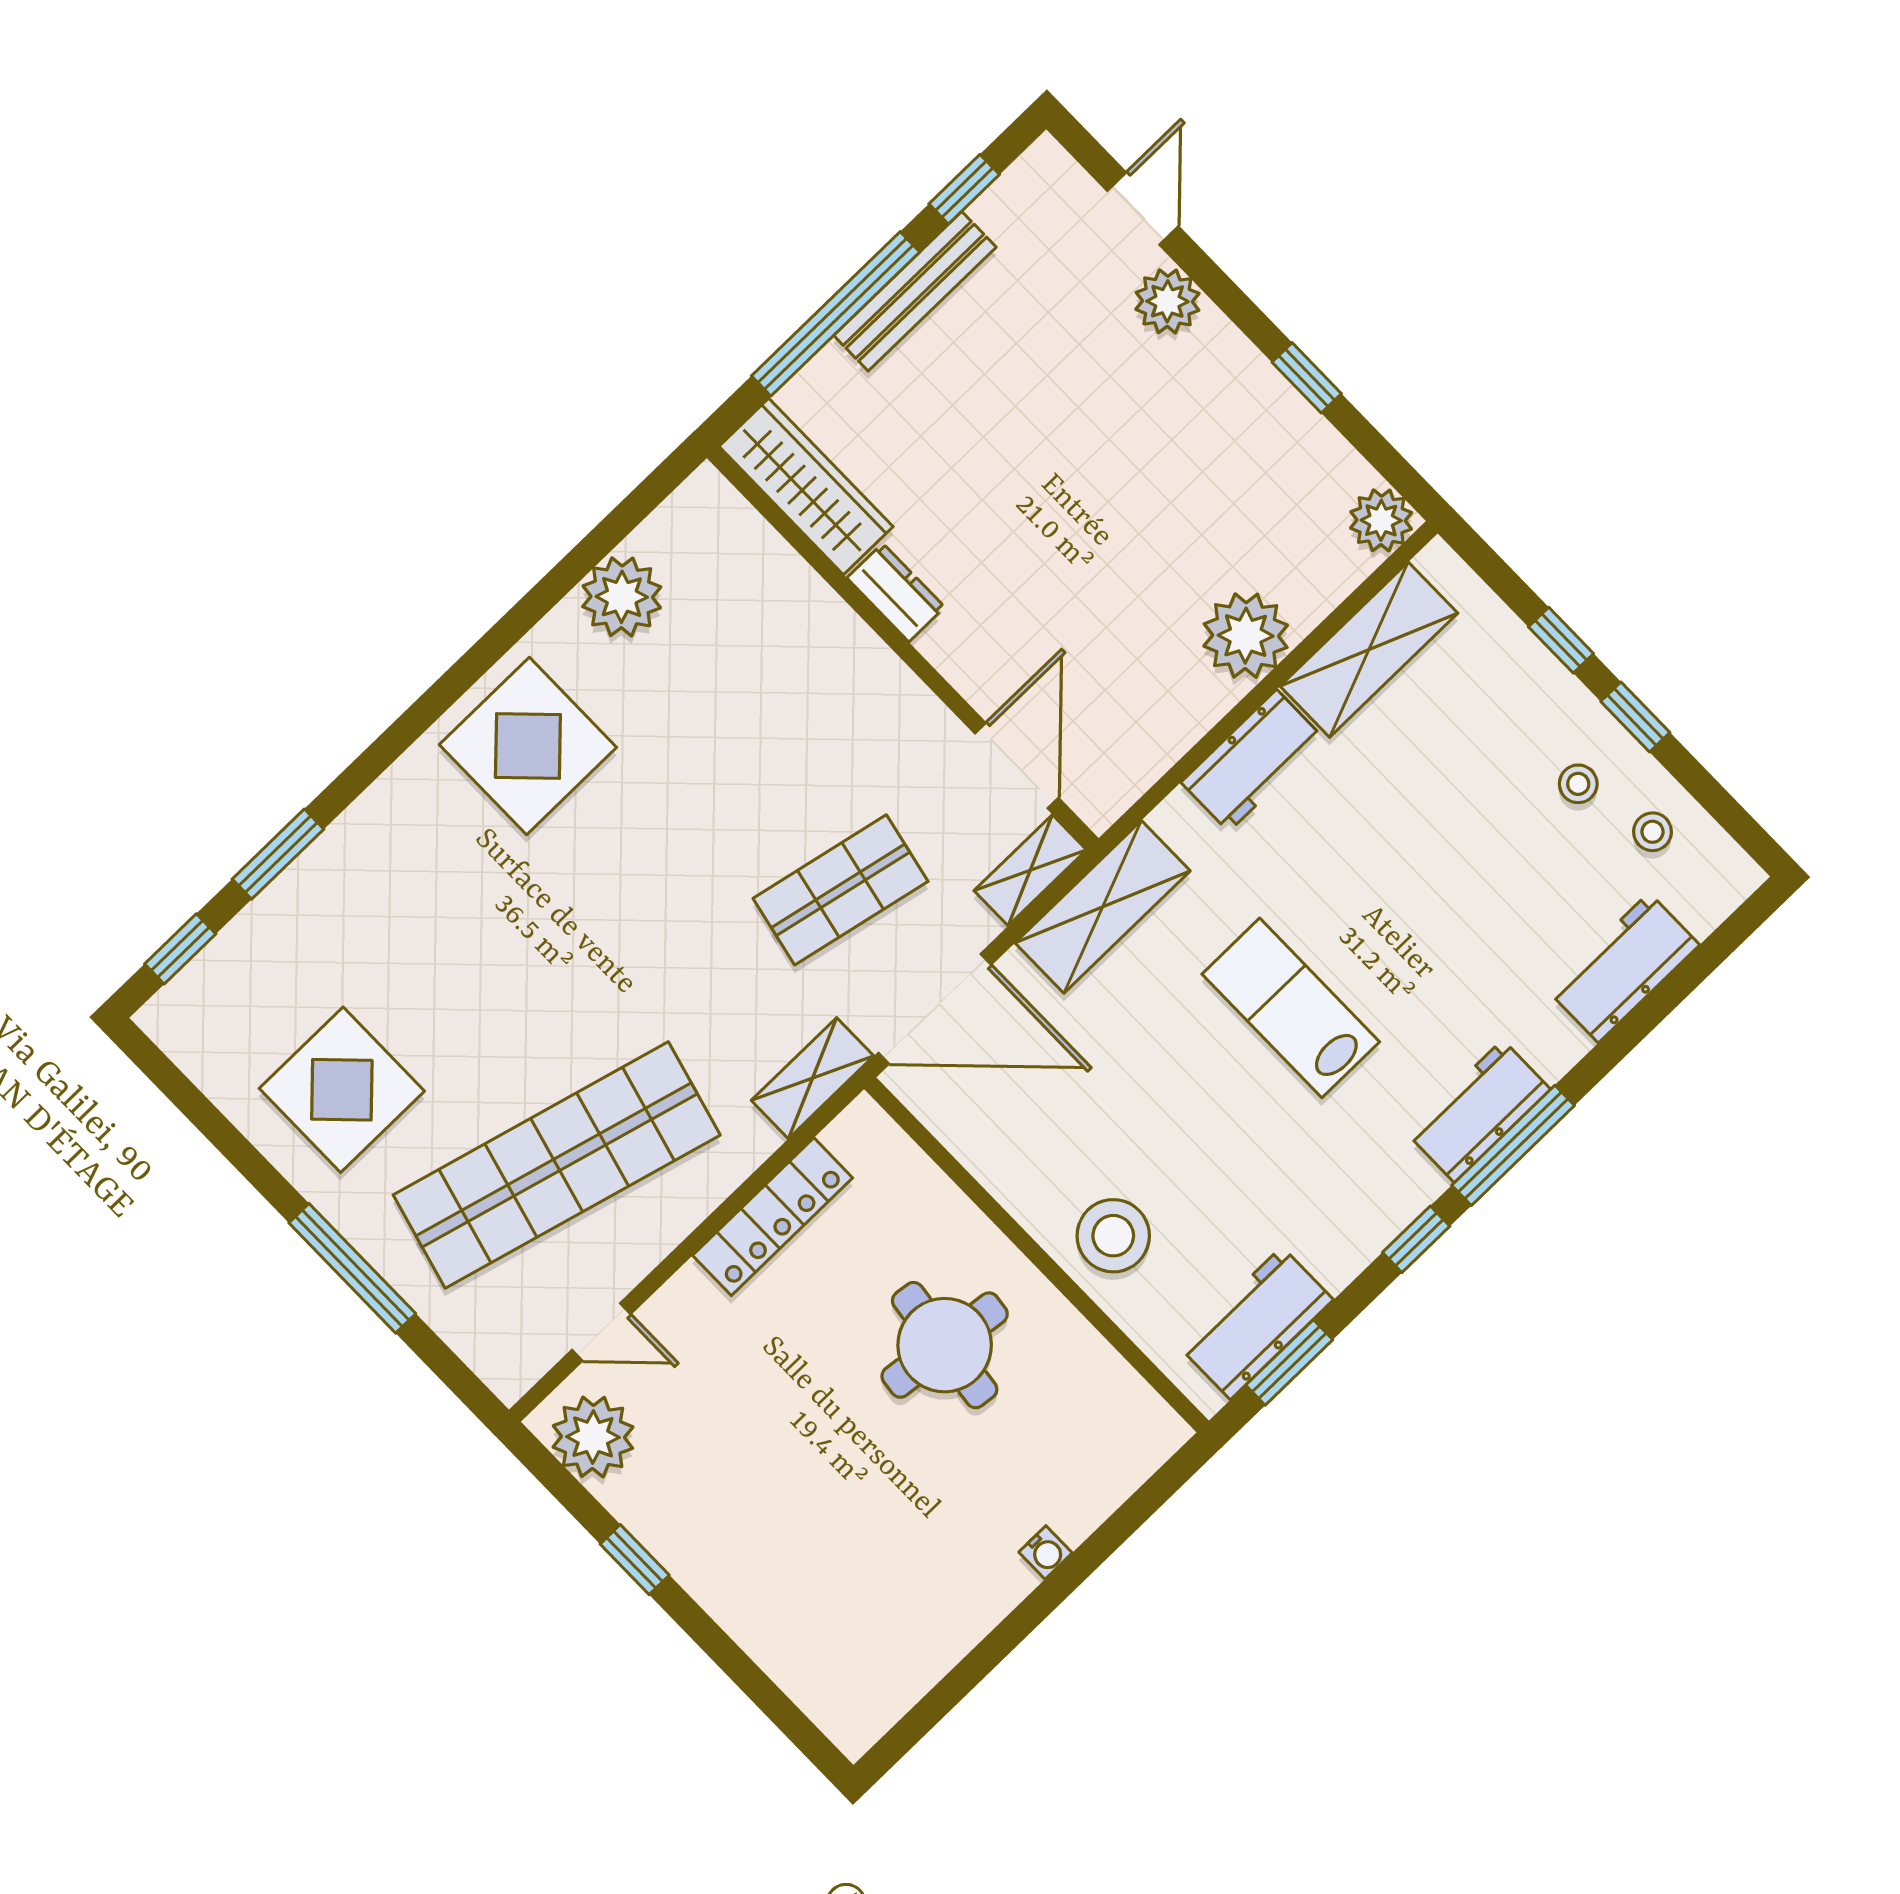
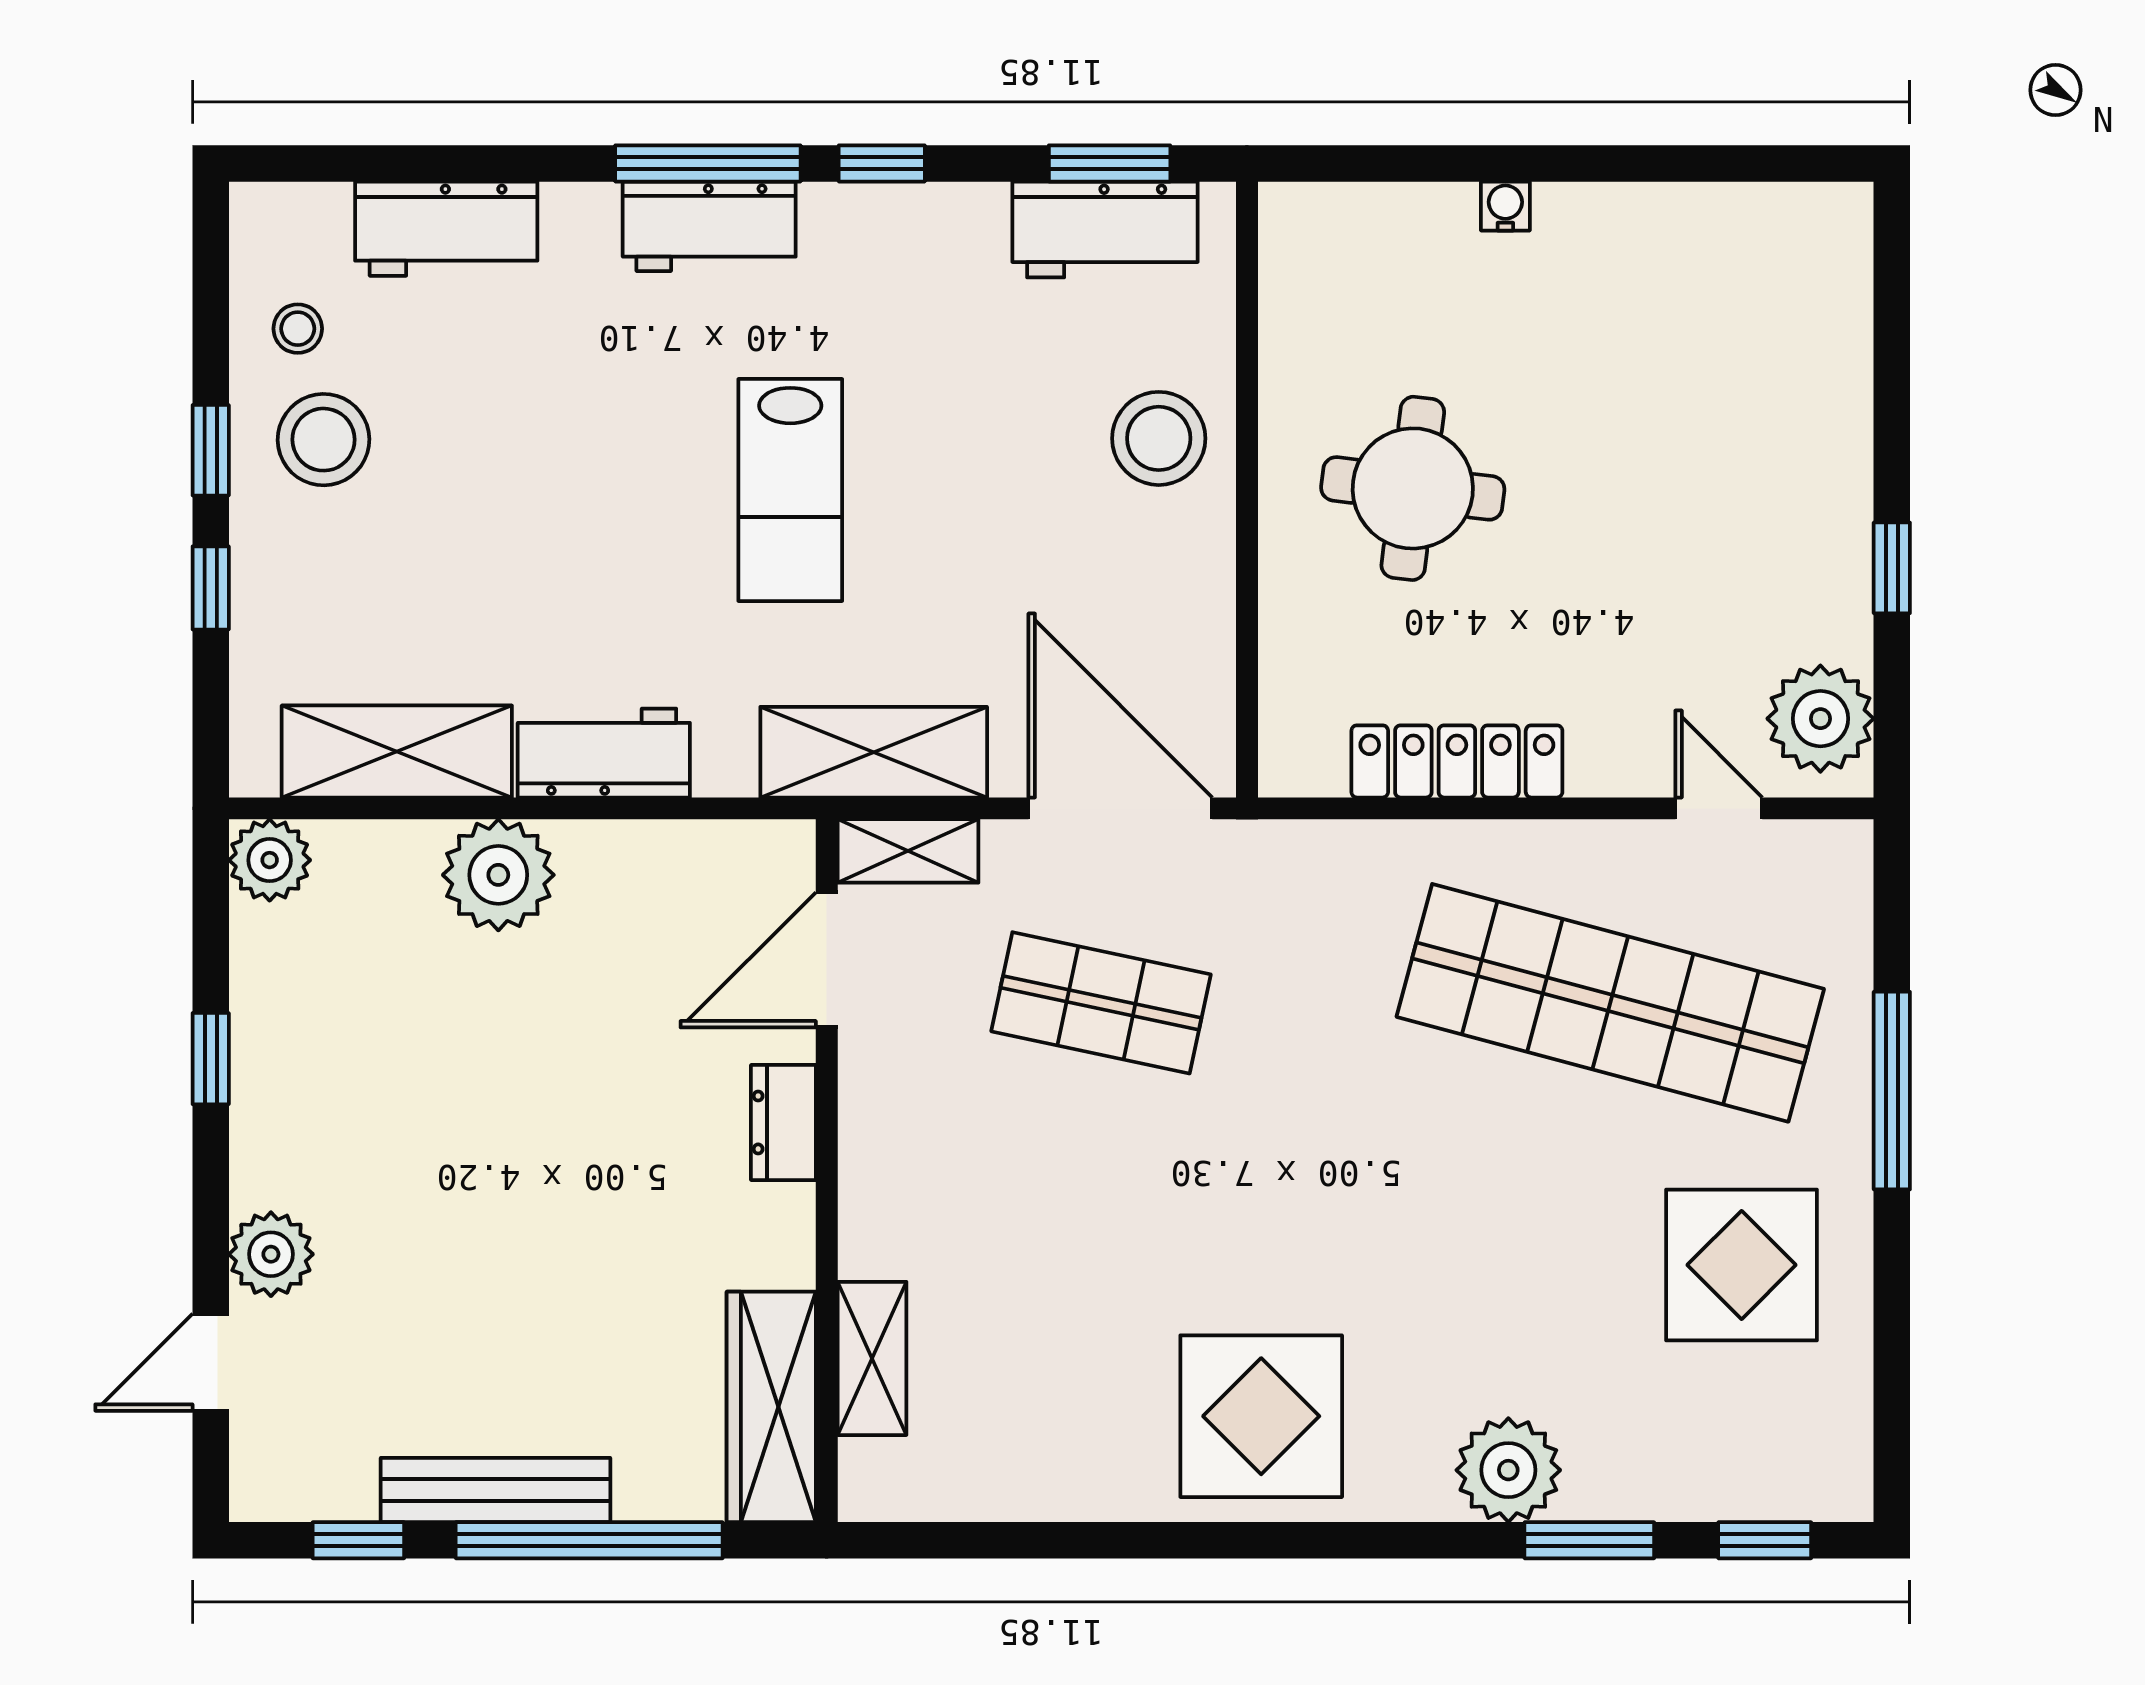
dresser: (896, 593) -> (783, 1122), moved
plant: (622, 597) -> (1508, 1470), moved
stool: (1578, 784) -> (324, 440), width x1.89, depth x1.89
shelving: (813, 1078) -> (872, 1358), moved, turned 90

